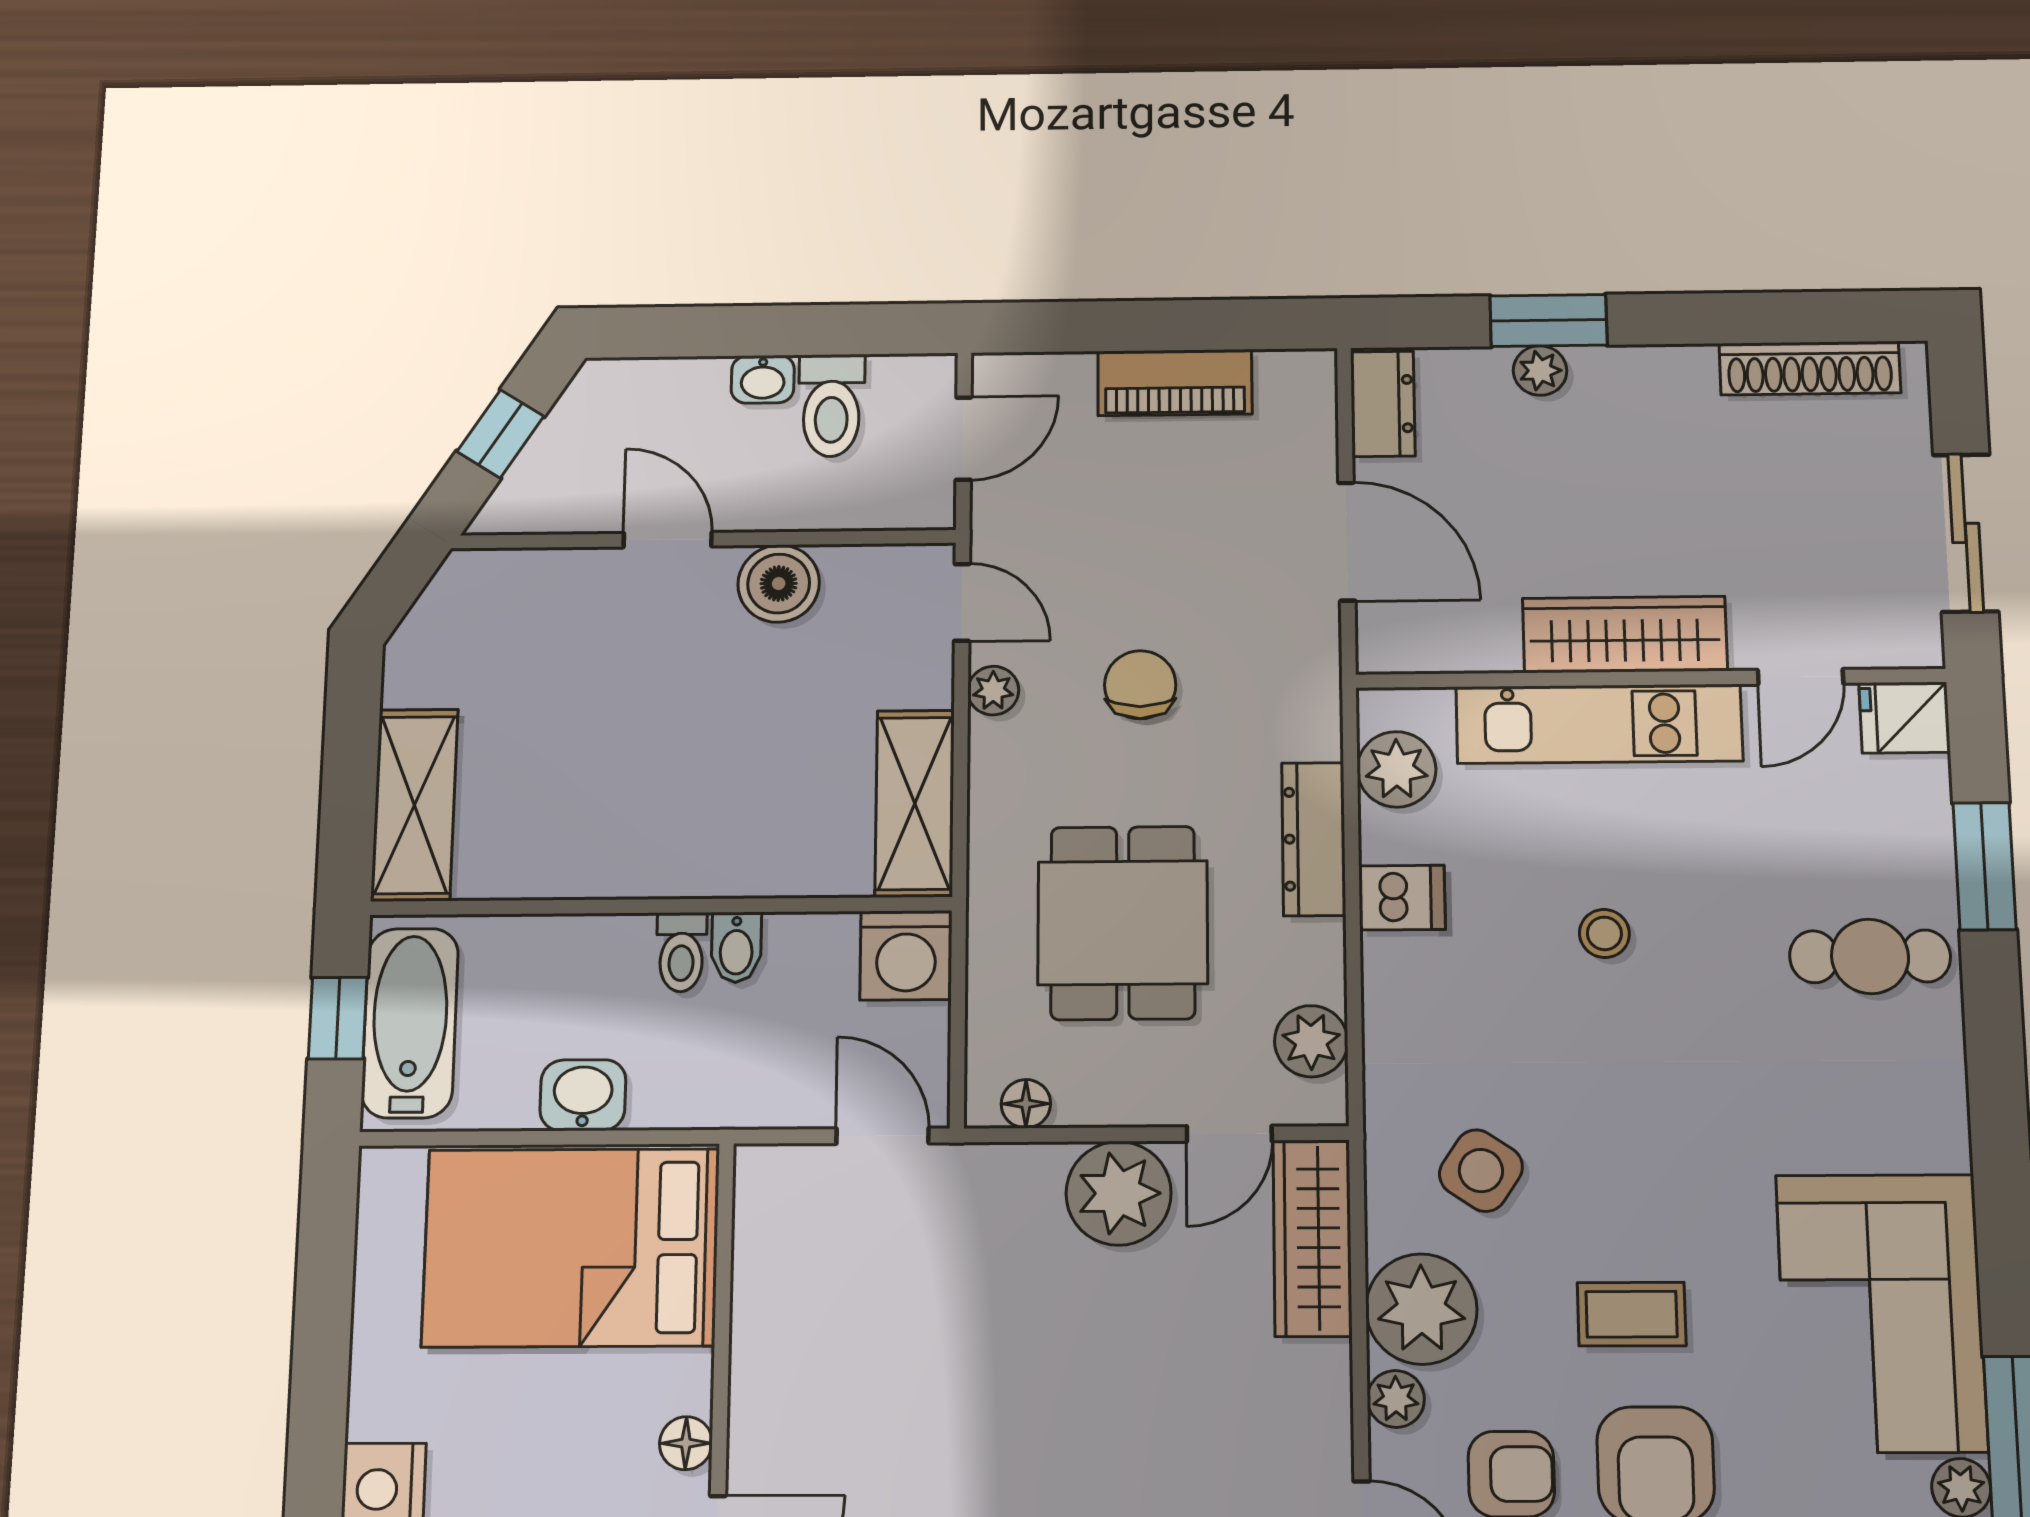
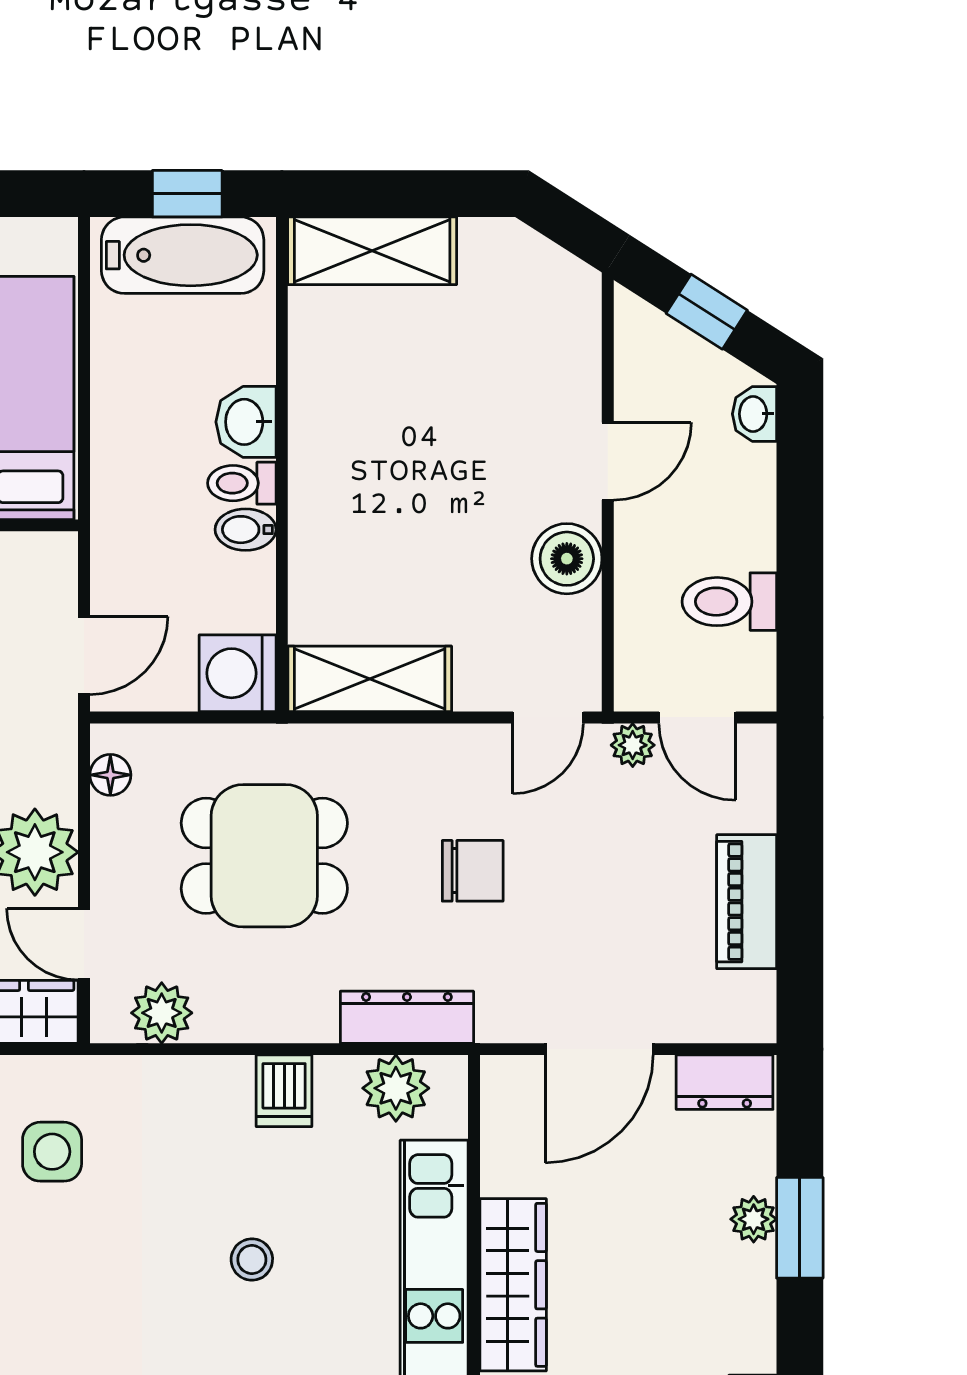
washbasin: (763, 379) -> (754, 414), moved
plant: (993, 691) -> (633, 745), moved
dresser: (1314, 839) -> (407, 1017), moved
washbasin: (583, 1095) -> (246, 422), moved, turned 180
side table: (1481, 1171) -> (52, 1152), turned -34

